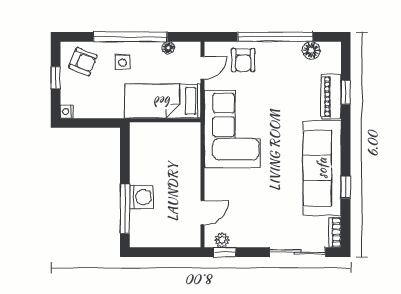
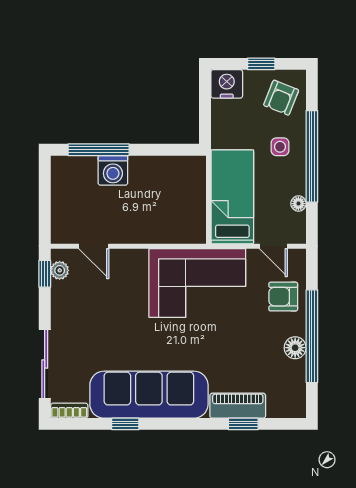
floor lamp: (311, 50) -> (295, 348), moved
nightstand: (67, 112) -> (227, 84), width x1.89, depth x1.79

